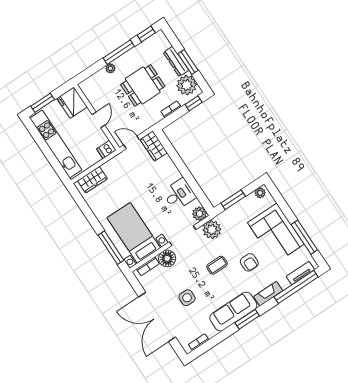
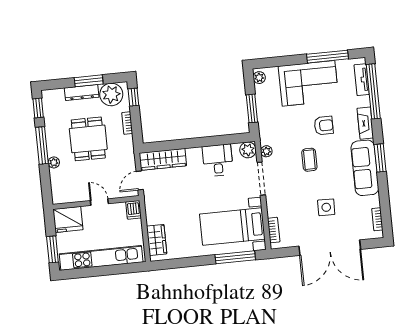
wardrobe: (154, 146) -> (163, 159), width x1.50
plant: (212, 230) -> (266, 151), width x0.53, depth x0.53
floor lamp: (167, 258) -> (276, 206), removed

